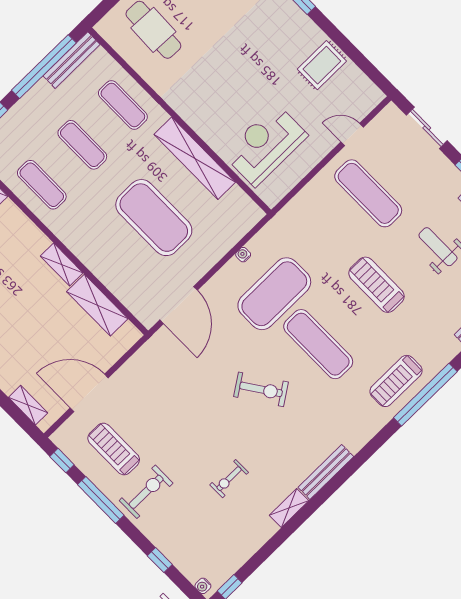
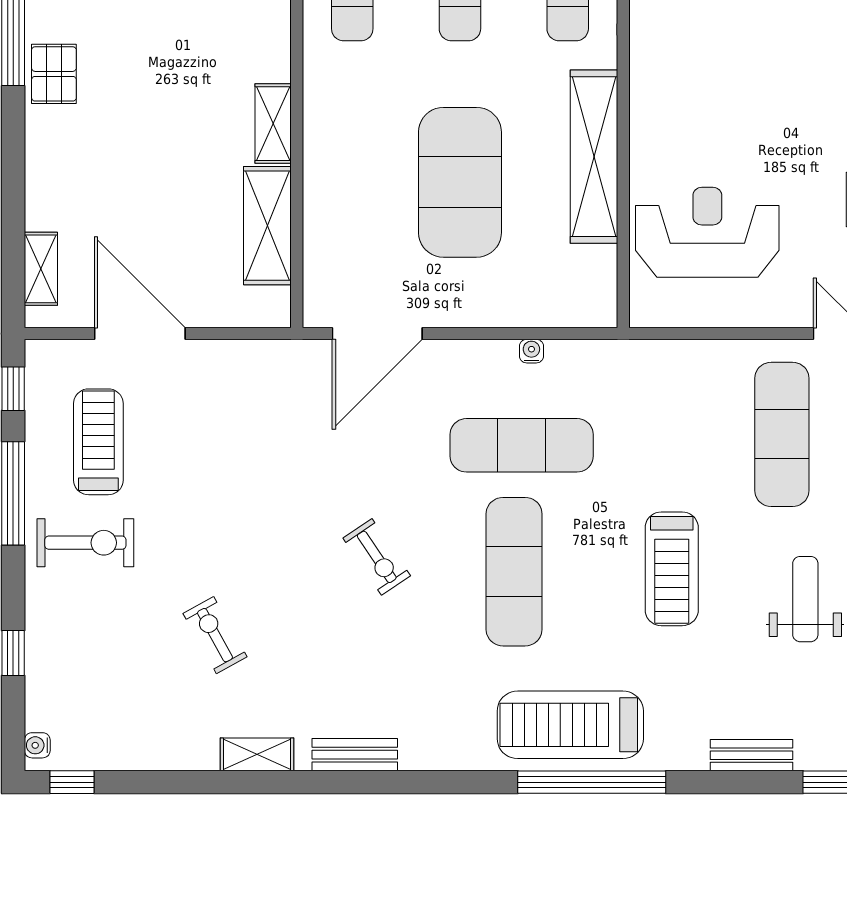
treadmill: (377, 285) -> (672, 569), turned 180
exercise mat: (274, 294) -> (522, 445), width x0.68
treadmill: (396, 381) -> (570, 725), width x1.37, depth x1.38
exercise bike: (261, 389) -> (377, 557), width x0.73, depth x0.72
bench: (326, 472) -> (355, 755), width x0.73
exercise bike: (229, 479) -> (215, 635), turned 61

